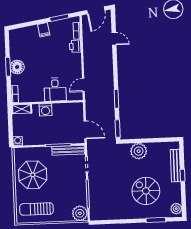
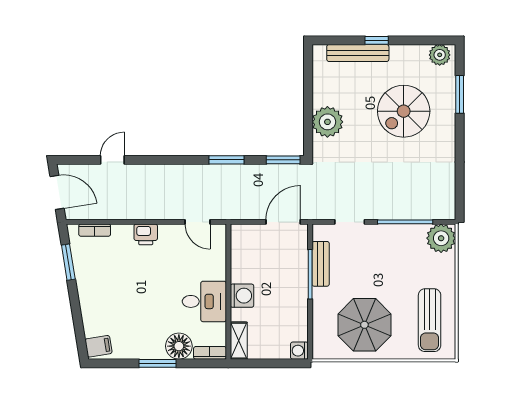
filing cabinet: (44, 30) -> (98, 346), moved
printer: (75, 46) -> (146, 234), moved
floor lamp: (17, 67) -> (179, 346), moved
desk: (55, 90) -> (204, 301), moved
bench: (68, 150) -> (321, 264), width x0.73

